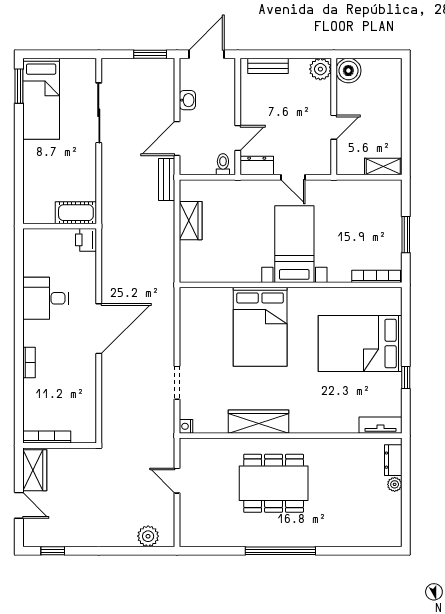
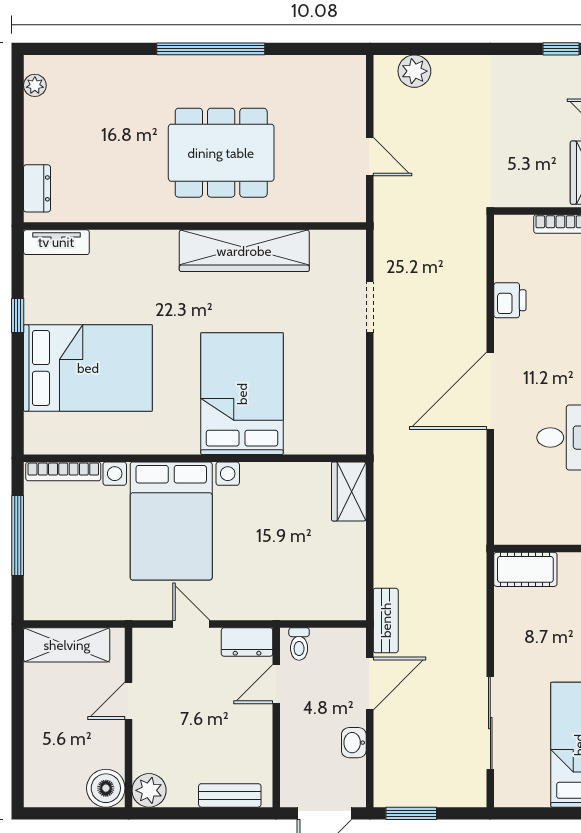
shelving: (383, 166) -> (67, 645), width x1.50, depth x1.33
wardrobe: (191, 221) -> (349, 491), moved
window: (406, 235) -> (18, 536), width x1.44
printer: (86, 240) -> (510, 300), moved
bed with nightstands: (294, 244) -> (171, 521), width x1.36
wardrobe: (259, 422) -> (244, 251), width x1.40, depth x1.17
nightstand: (186, 426) -> (356, 240), removed
plant: (395, 484) -> (35, 85), moved

